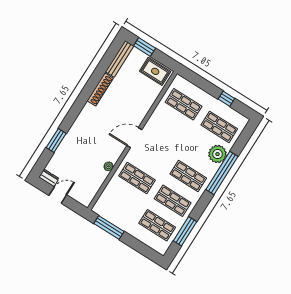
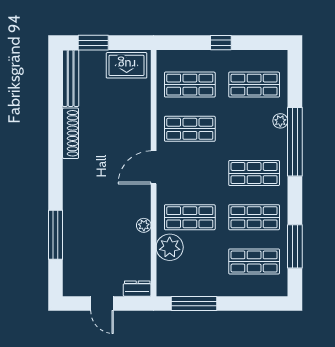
window: (226, 99) -> (221, 43), moved
shop shelf: (168, 129) -> (190, 129), added
window: (56, 141) -> (56, 235), width x1.44
plant: (218, 154) -> (280, 121), width x0.53, depth x0.53
dresser: (49, 178) -> (137, 289), moved
plant: (115, 188) -> (170, 247), added
door: (58, 195) -> (102, 303), swing flipped

